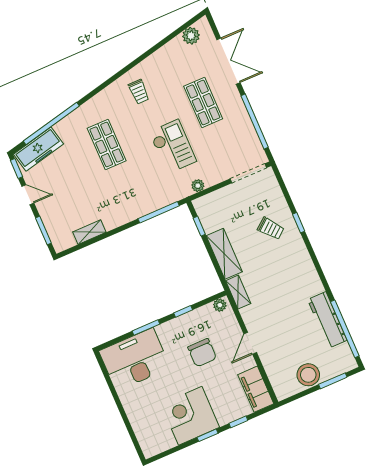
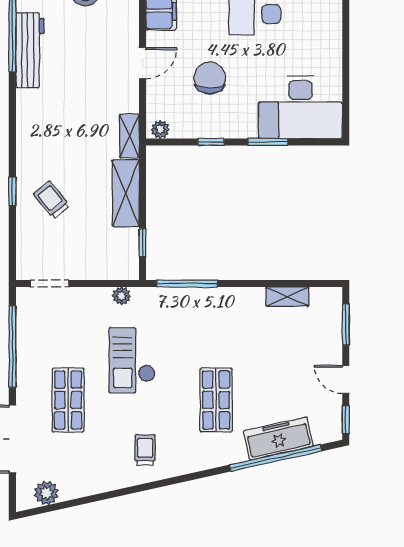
freezer: (38, 149) -> (278, 438), moved
doorway: (248, 173) -> (50, 284), width x0.73

